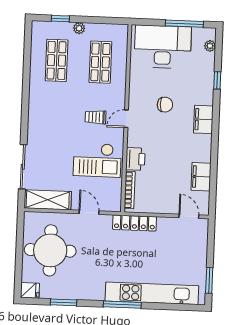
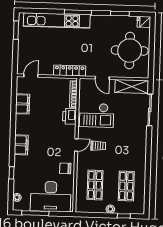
chair: (165, 105) -> (65, 168), moved
checkout: (97, 160) -> (97, 115), turned 180
door: (189, 216) -> (31, 76), swing flipped

